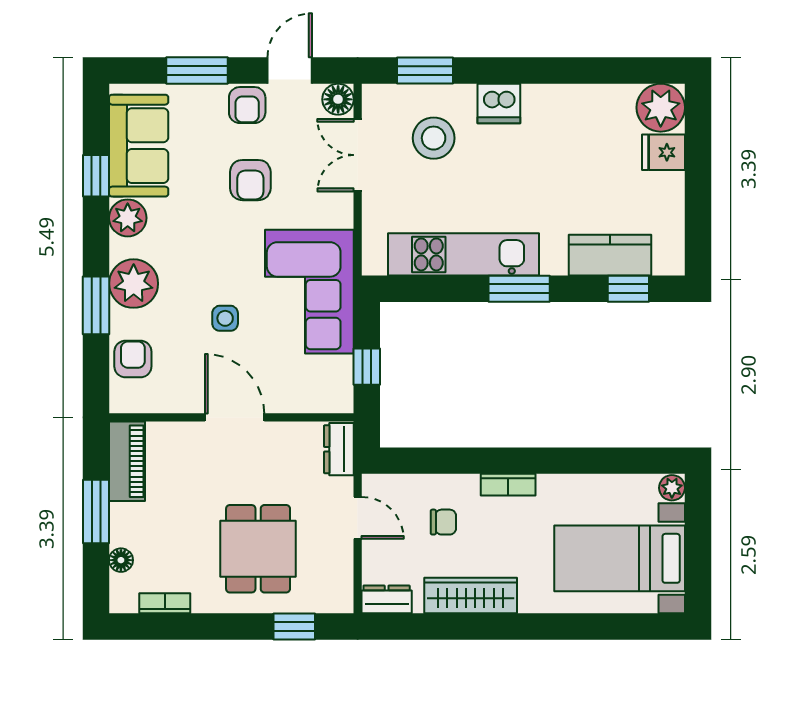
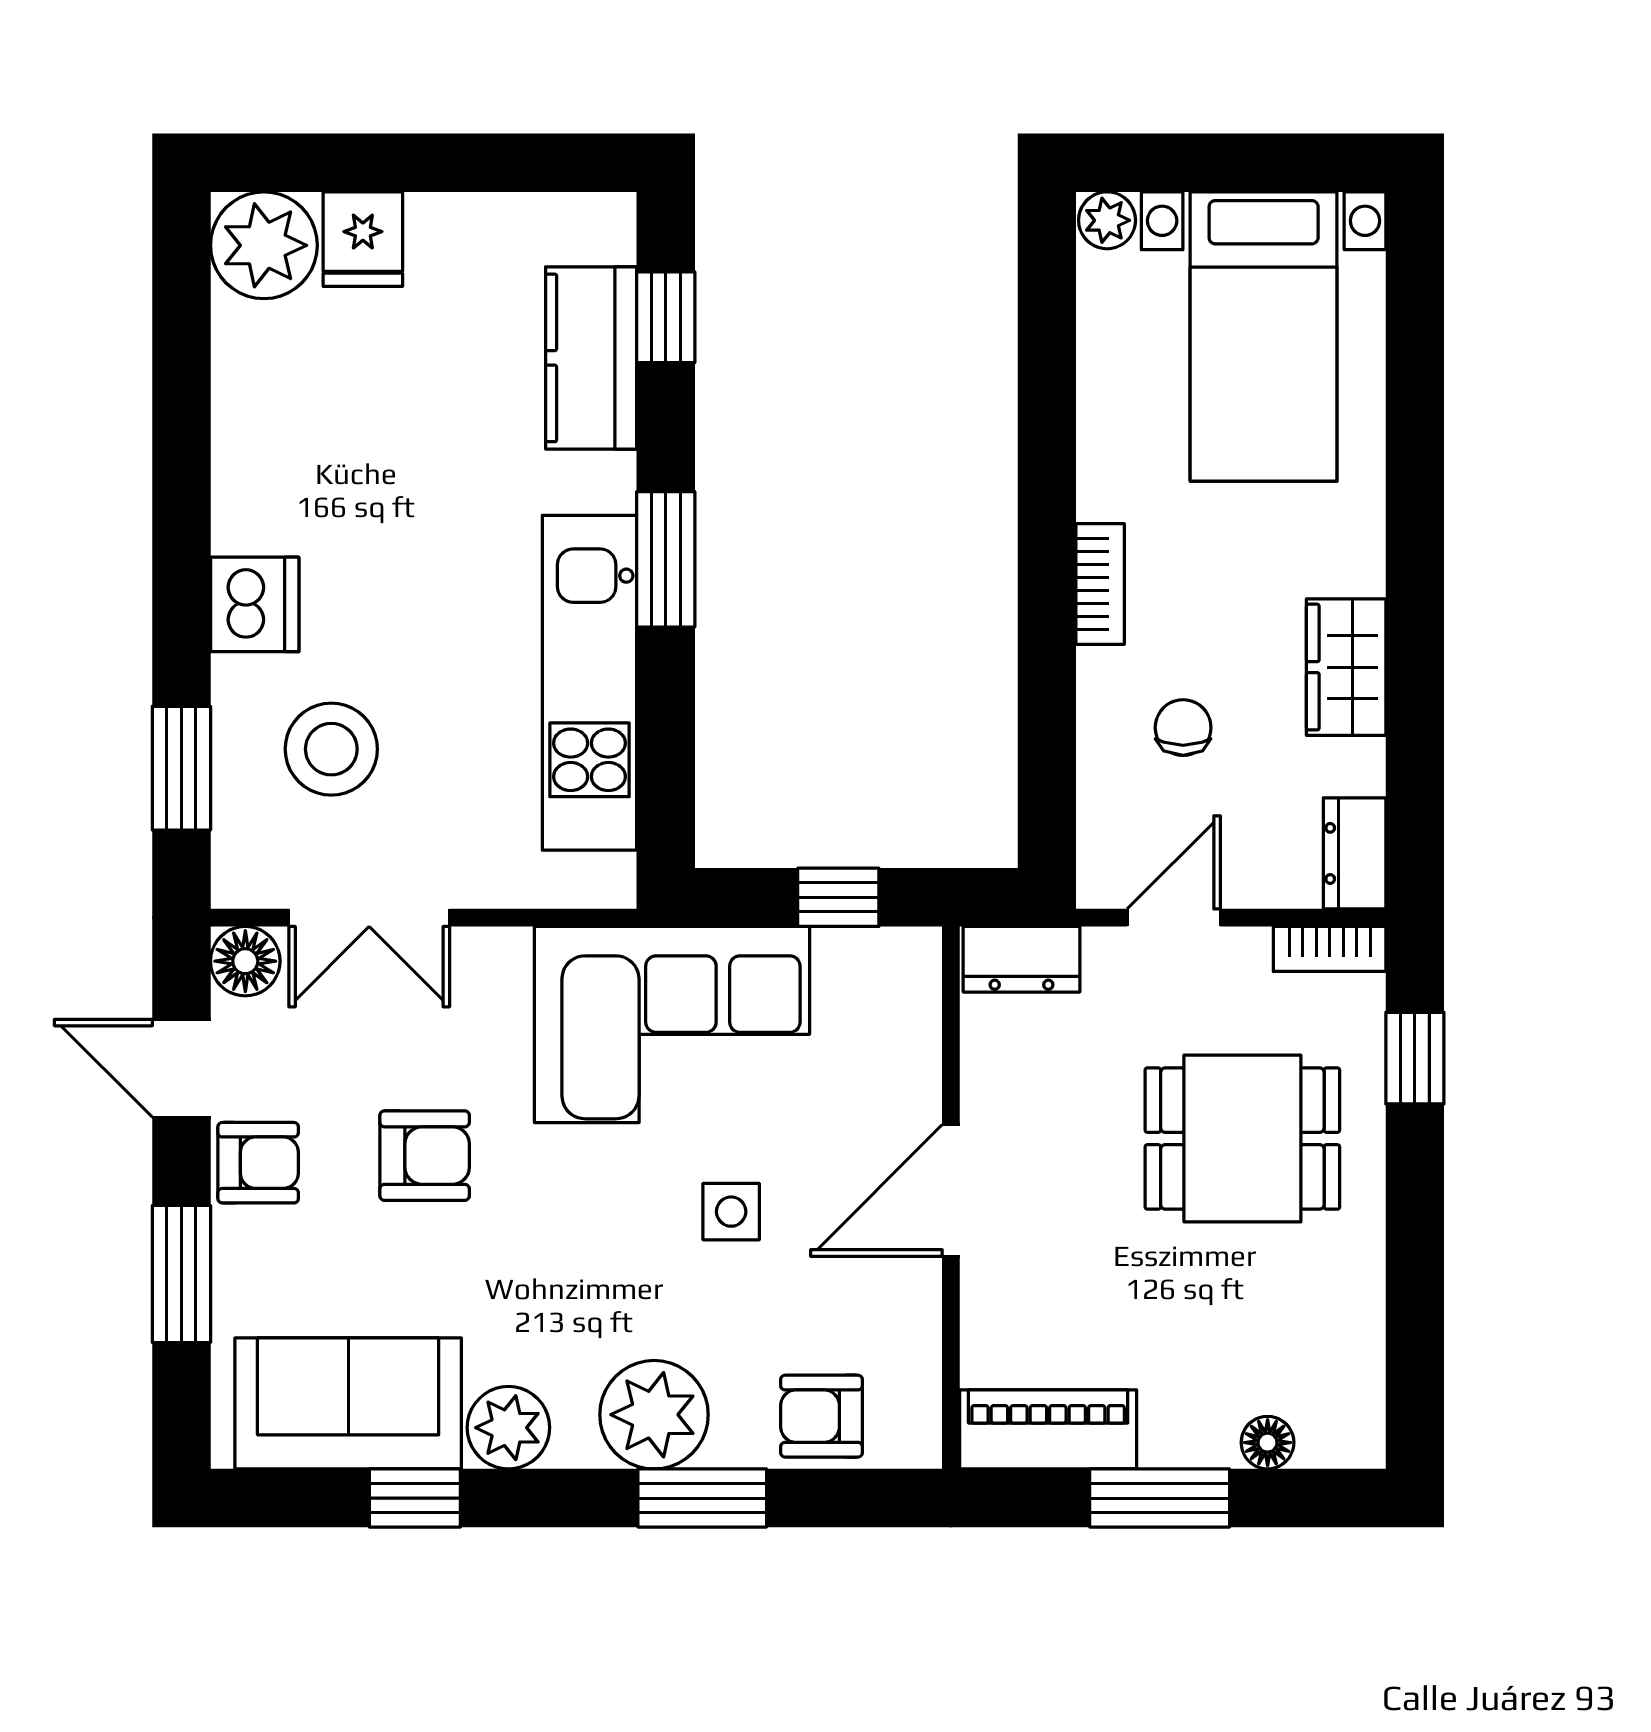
wardrobe: (471, 596) -> (1346, 667), width x0.67
bookcase: (165, 603) -> (1330, 949), moved, turned -90

